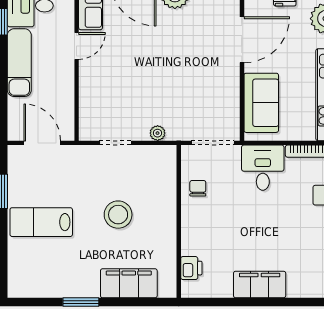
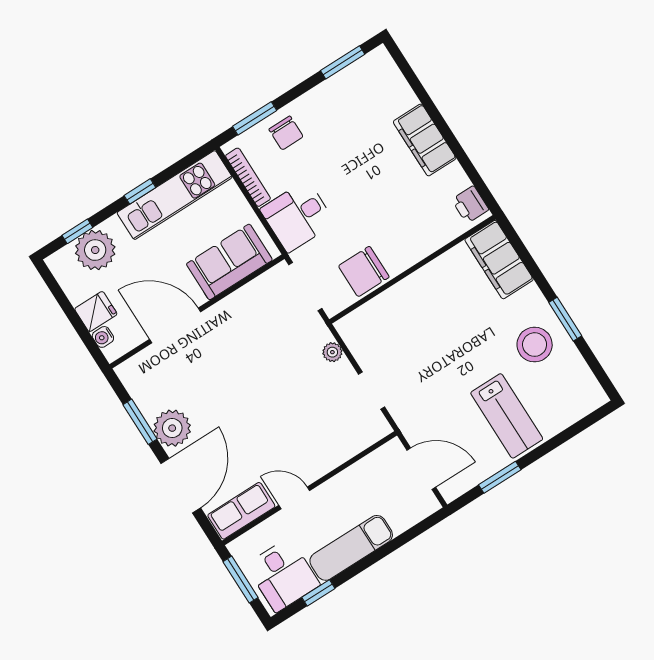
door: (42, 143) -> (421, 469), swing flipped
chair: (198, 188) -> (364, 271), width x1.87, depth x1.87
stool: (118, 215) -> (535, 345), moved
printer: (191, 268) -> (470, 205), moved, turned -90
filing cabinet: (129, 283) -> (499, 260), moved

